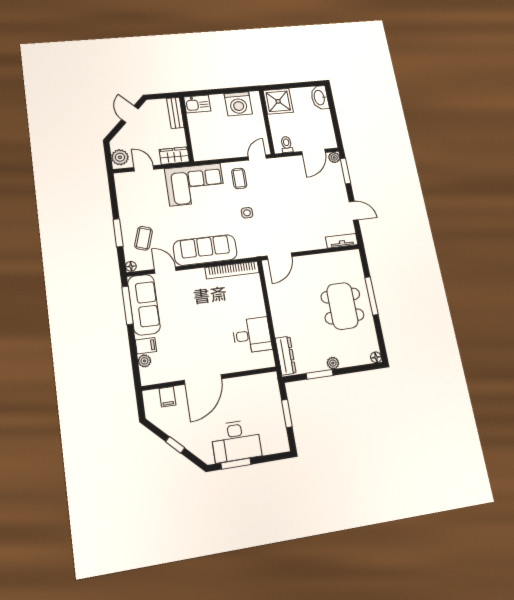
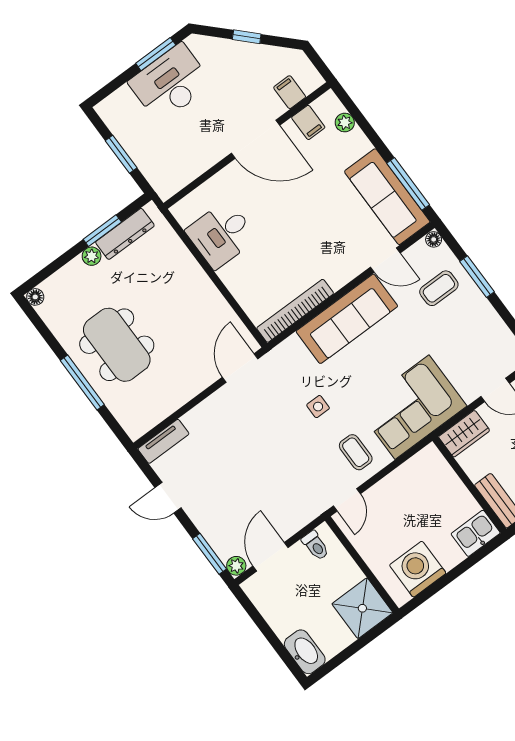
coffee table: (144, 238) -> (439, 288), turned 72
filing cabinet: (146, 346) -> (308, 122), moved, turned -90
dresser: (286, 356) -> (125, 234), moved, turned -90
door: (203, 380) -> (255, 139), swing flipped

